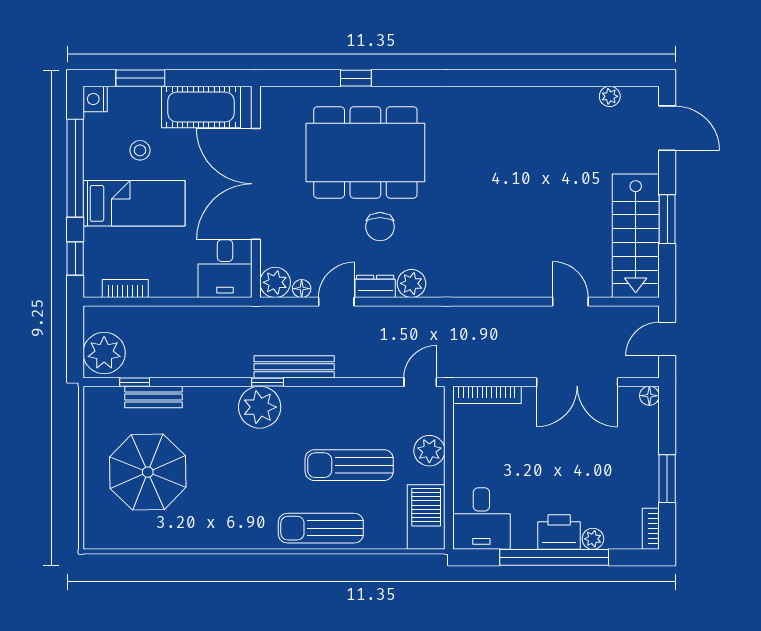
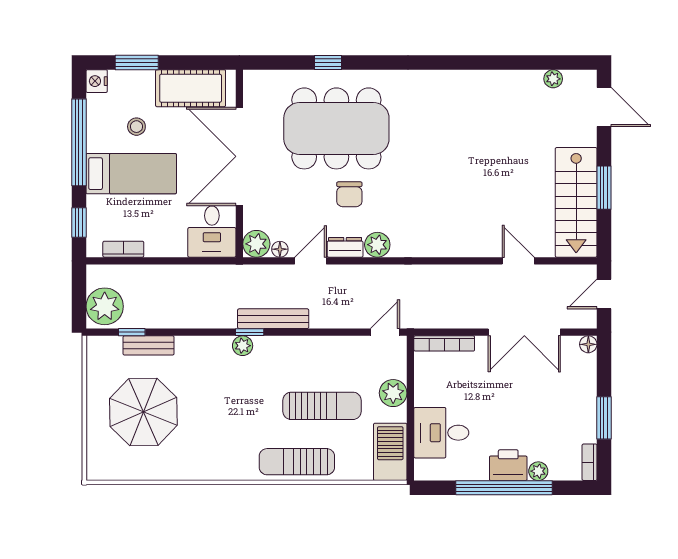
plant: (260, 407) -> (243, 346), width x0.53, depth x0.53
sun lounger: (349, 465) -> (322, 406), turned 180
desk: (481, 519) -> (441, 433), moved, turned 90

